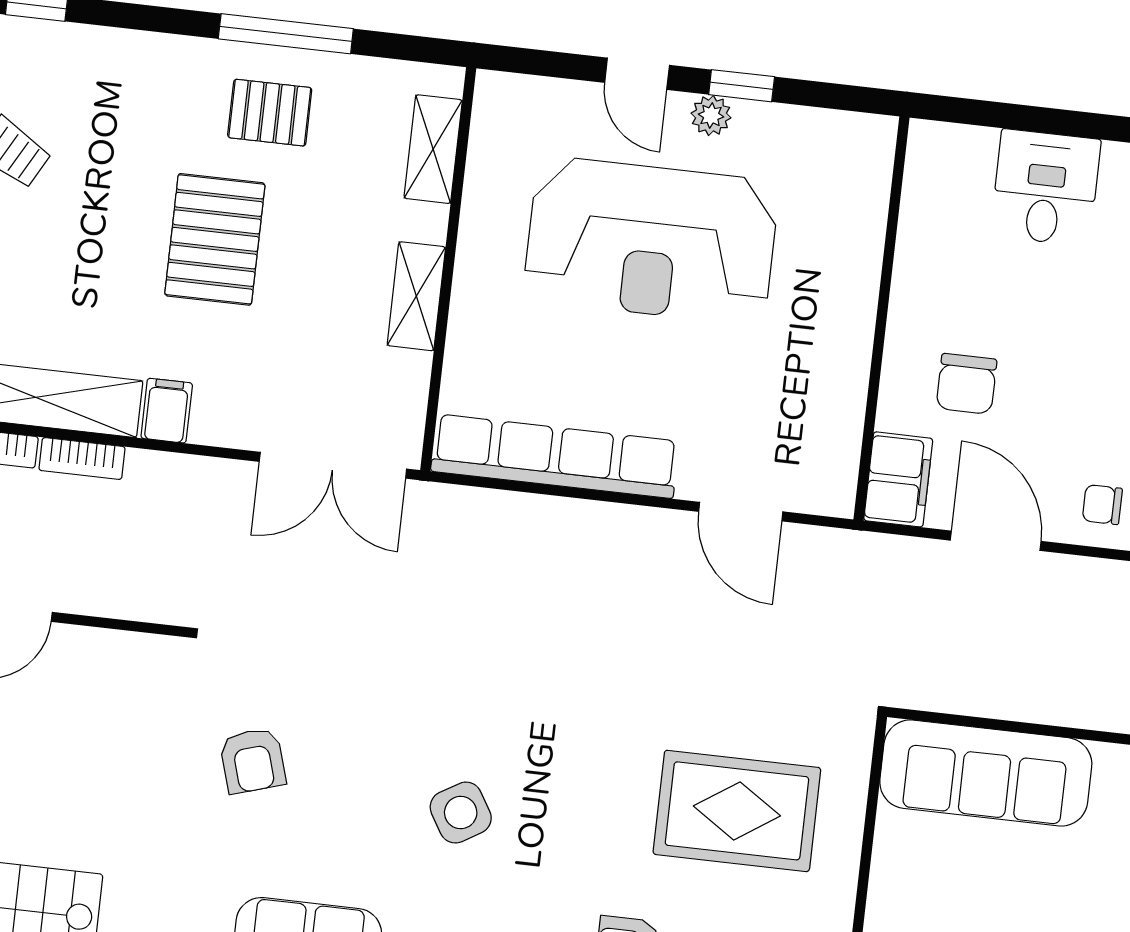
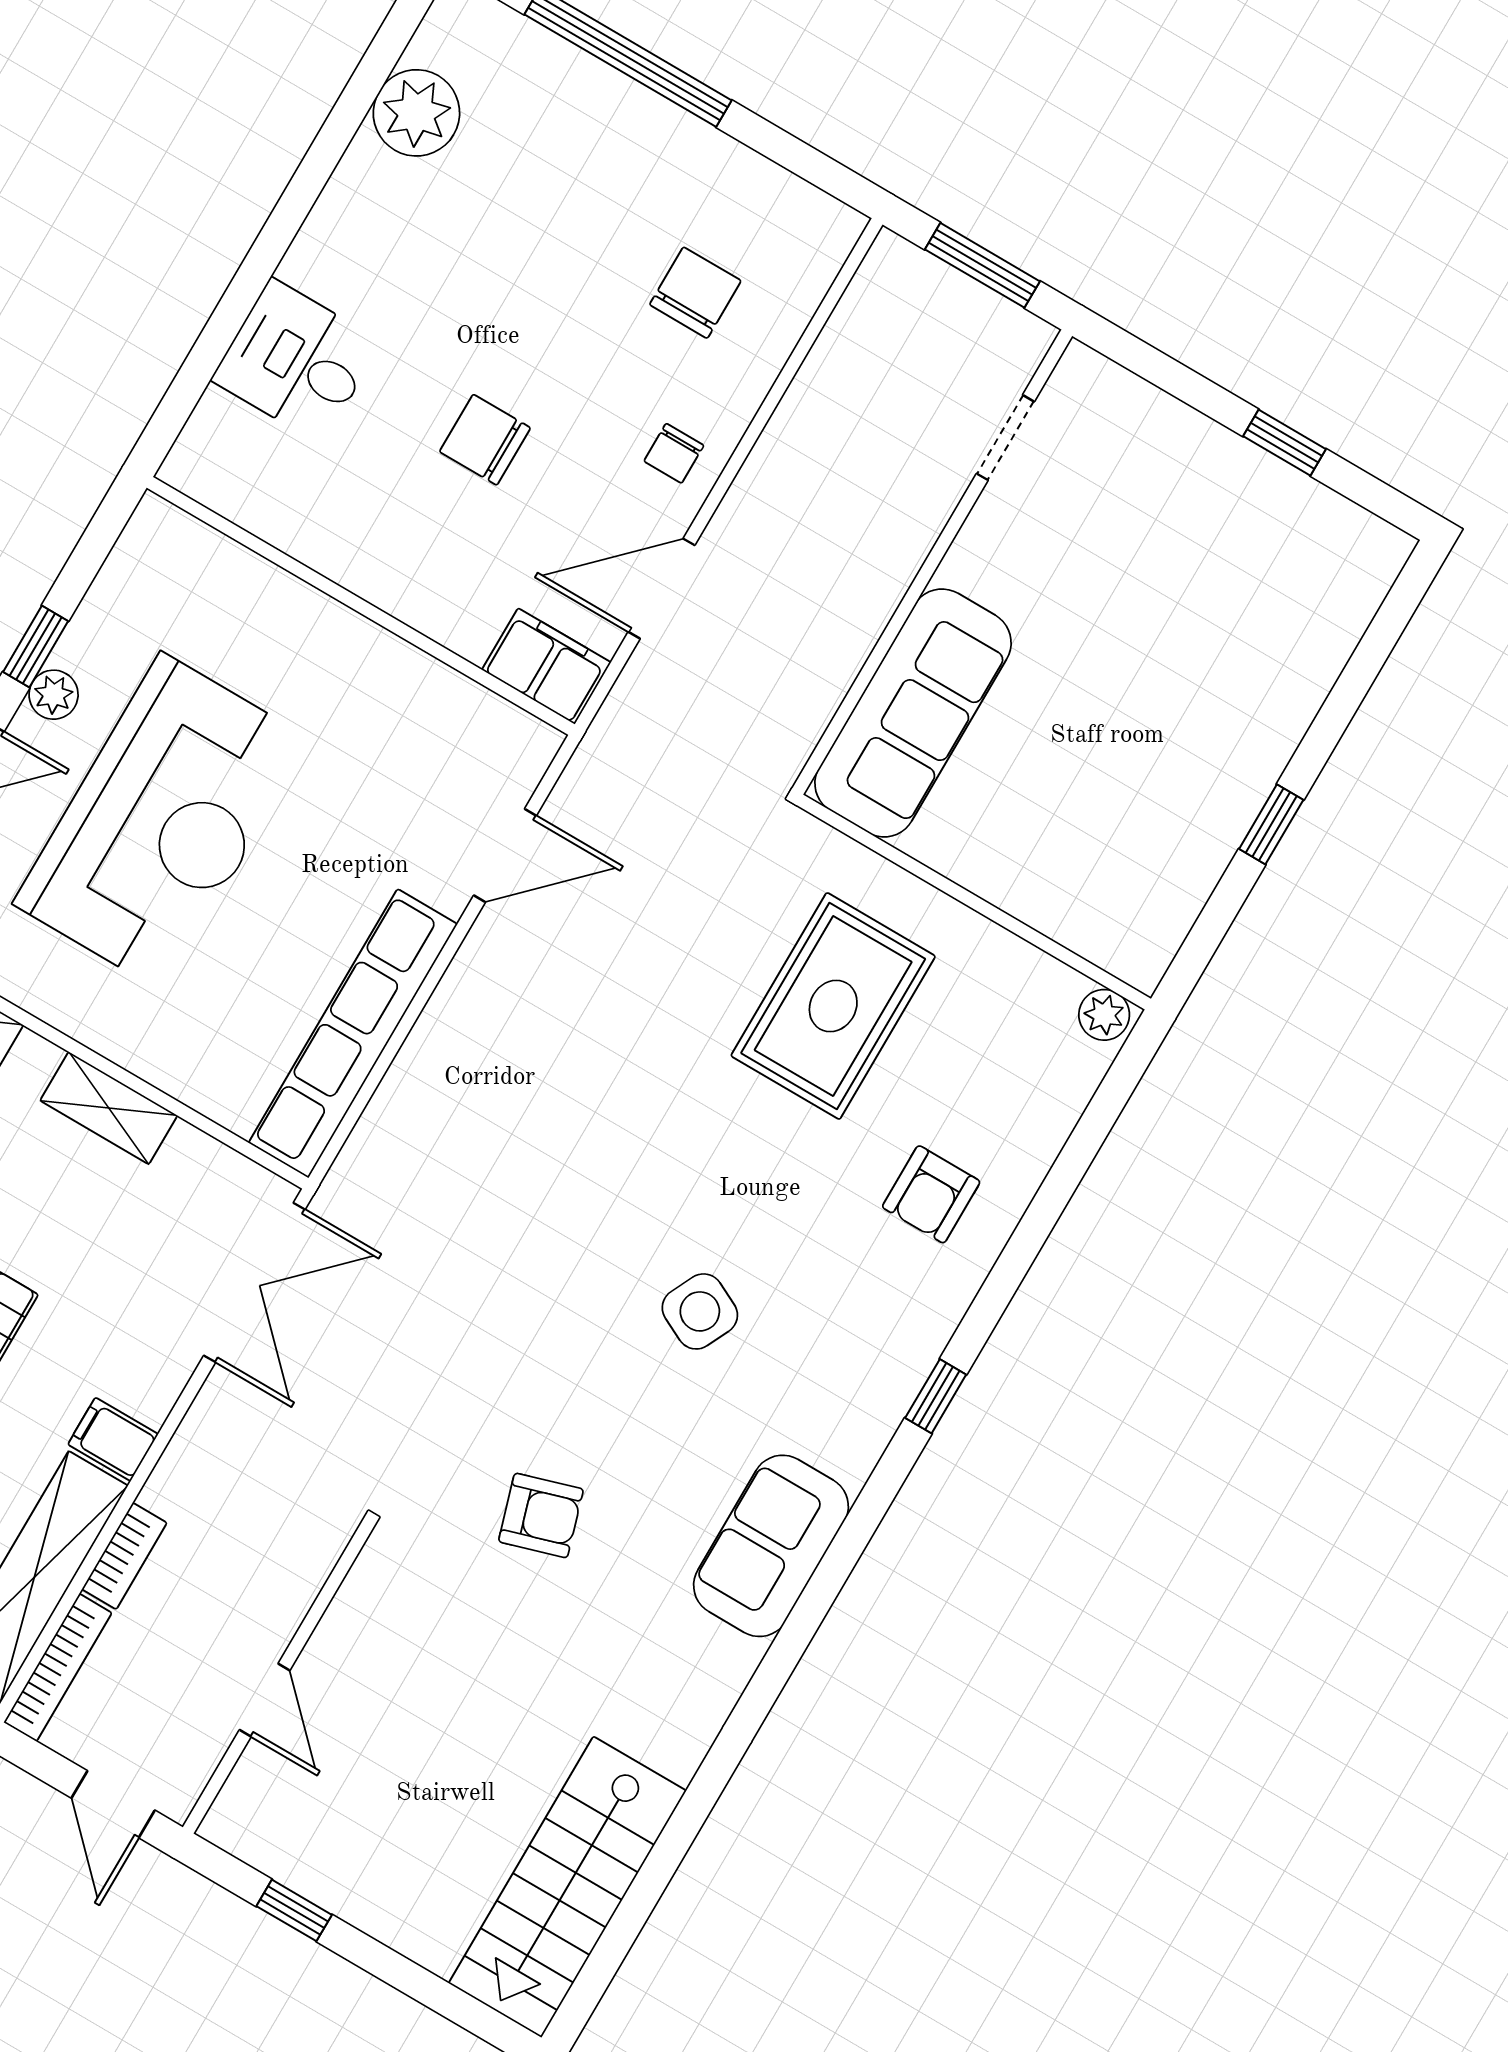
chair: (966, 384) -> (485, 440), moved, turned 180
side table: (461, 813) -> (700, 1311), turned -33

